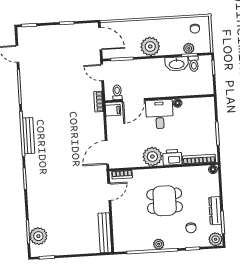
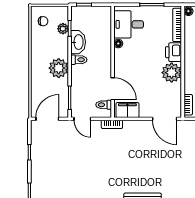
toilet: (194, 64) -> (79, 60), moved
door: (102, 73) -> (82, 119), hinge flipped
filing cabinet: (113, 110) -> (127, 110), width x2.00
desk: (160, 114) -> (129, 24), moved

